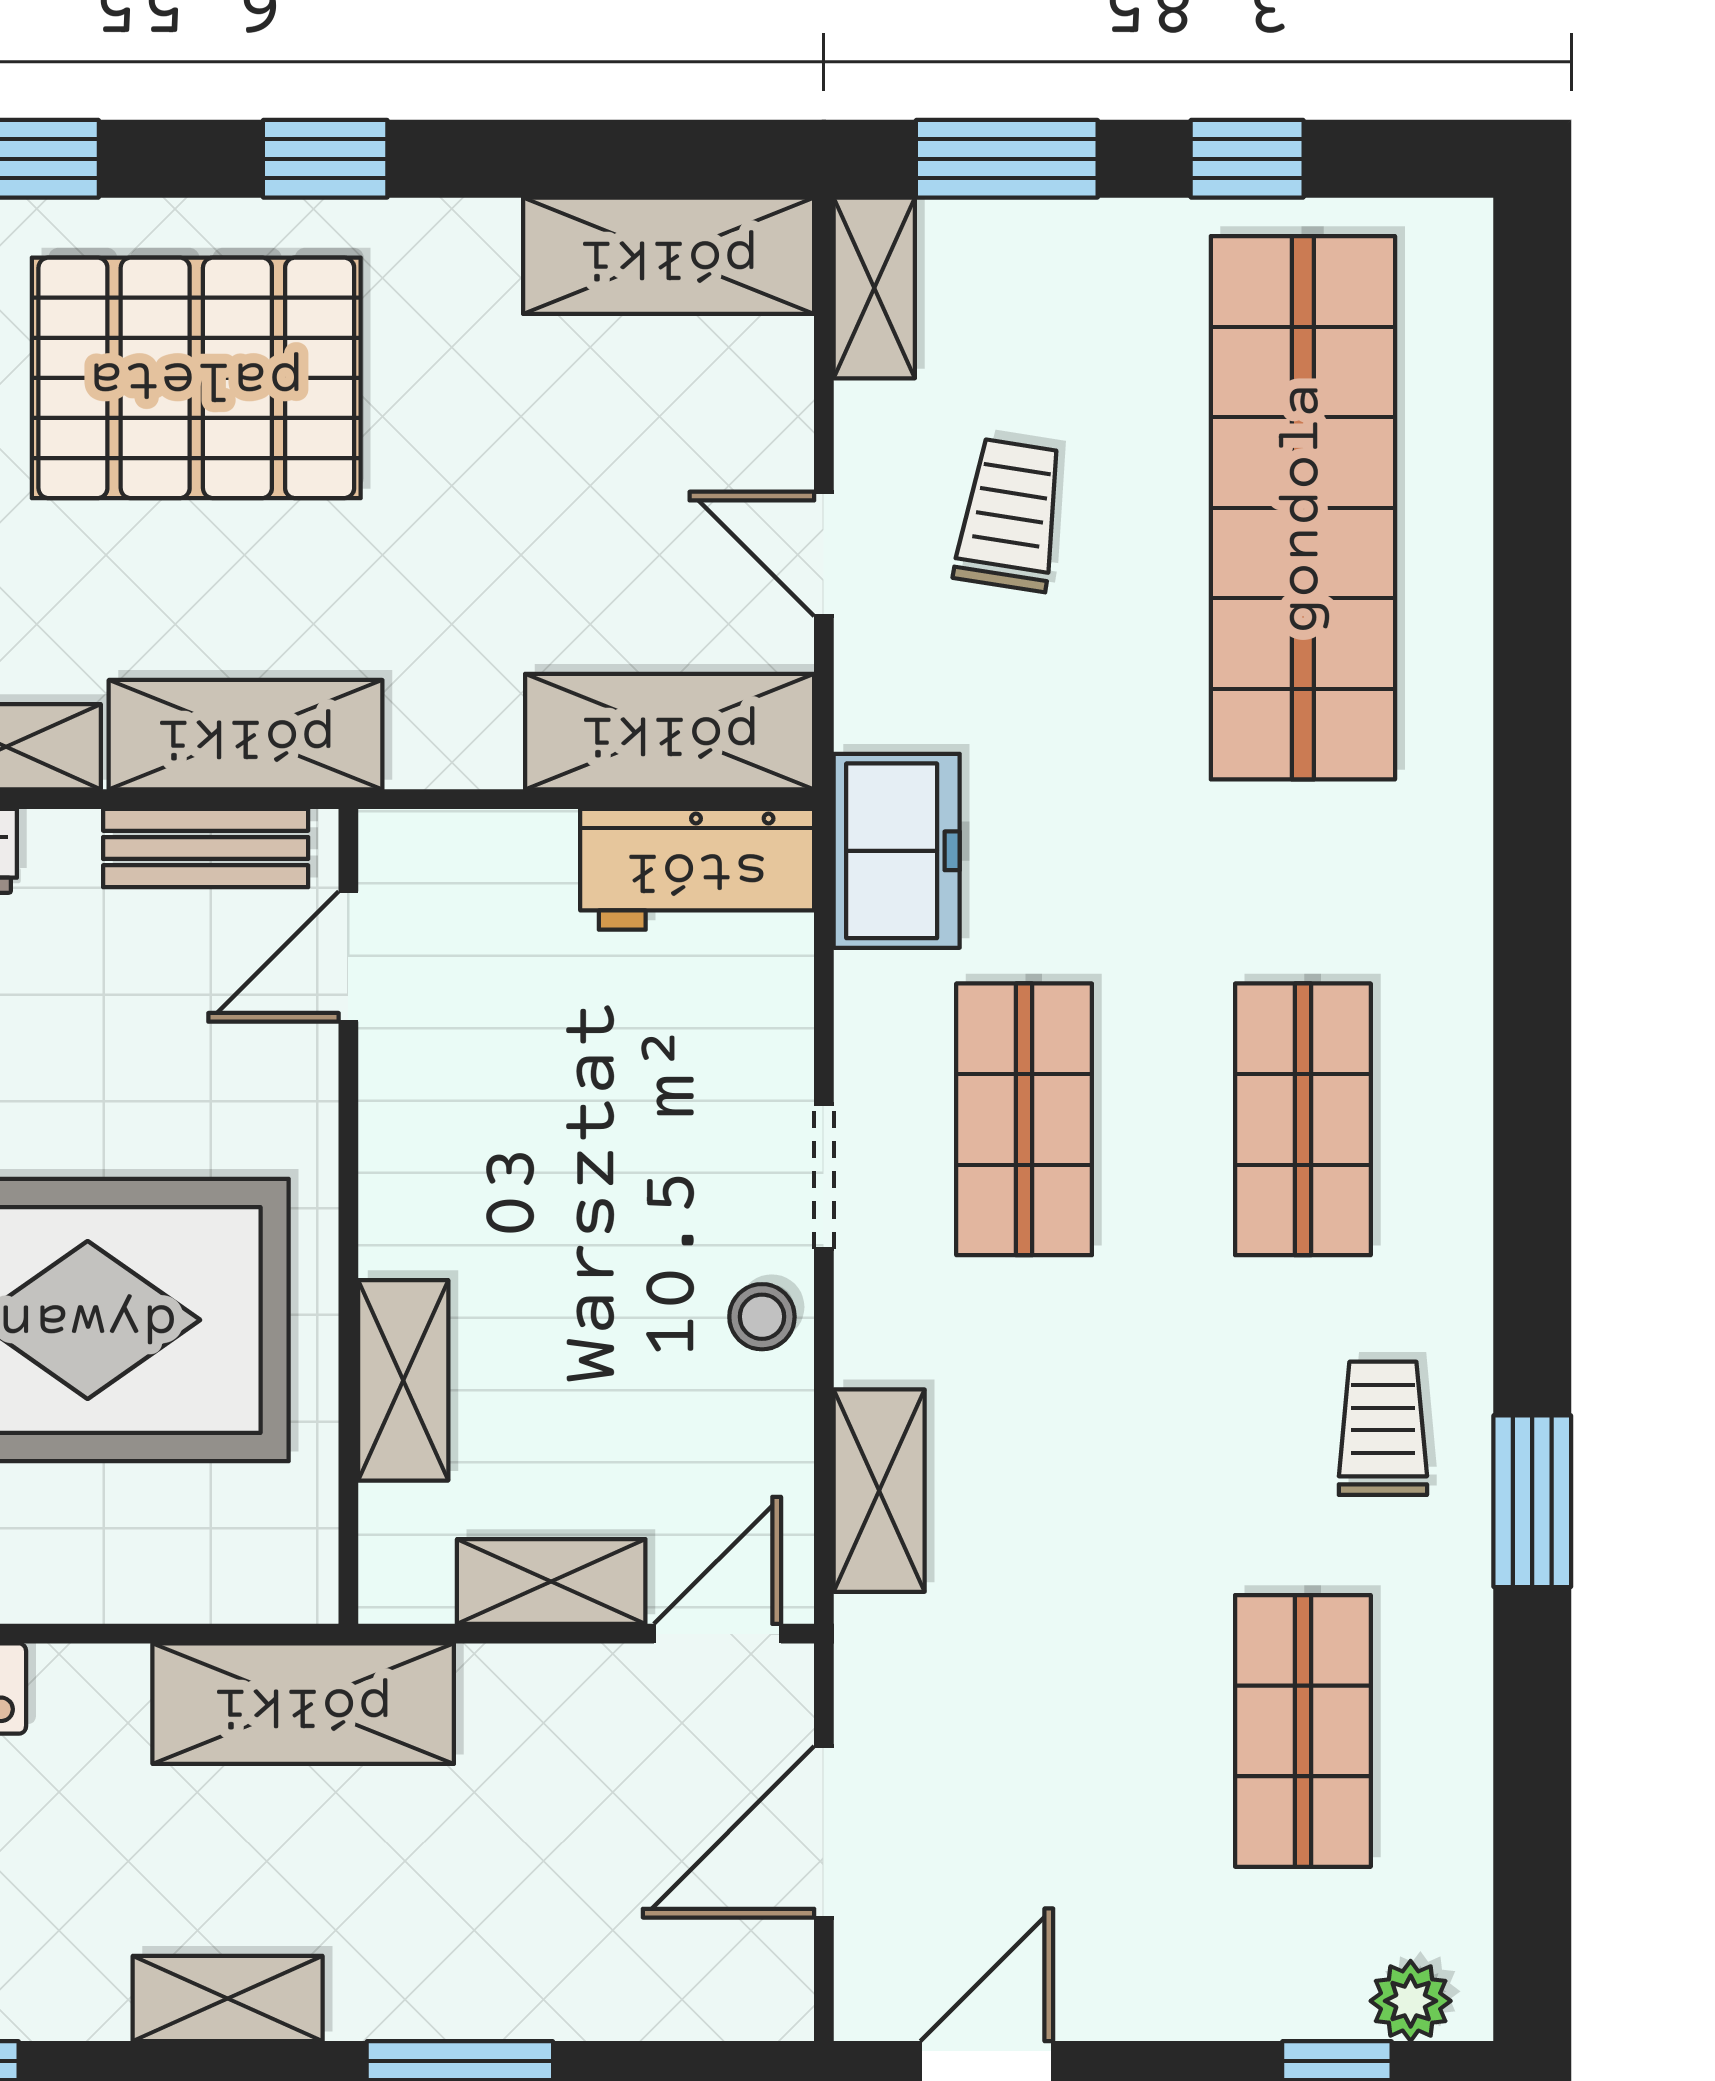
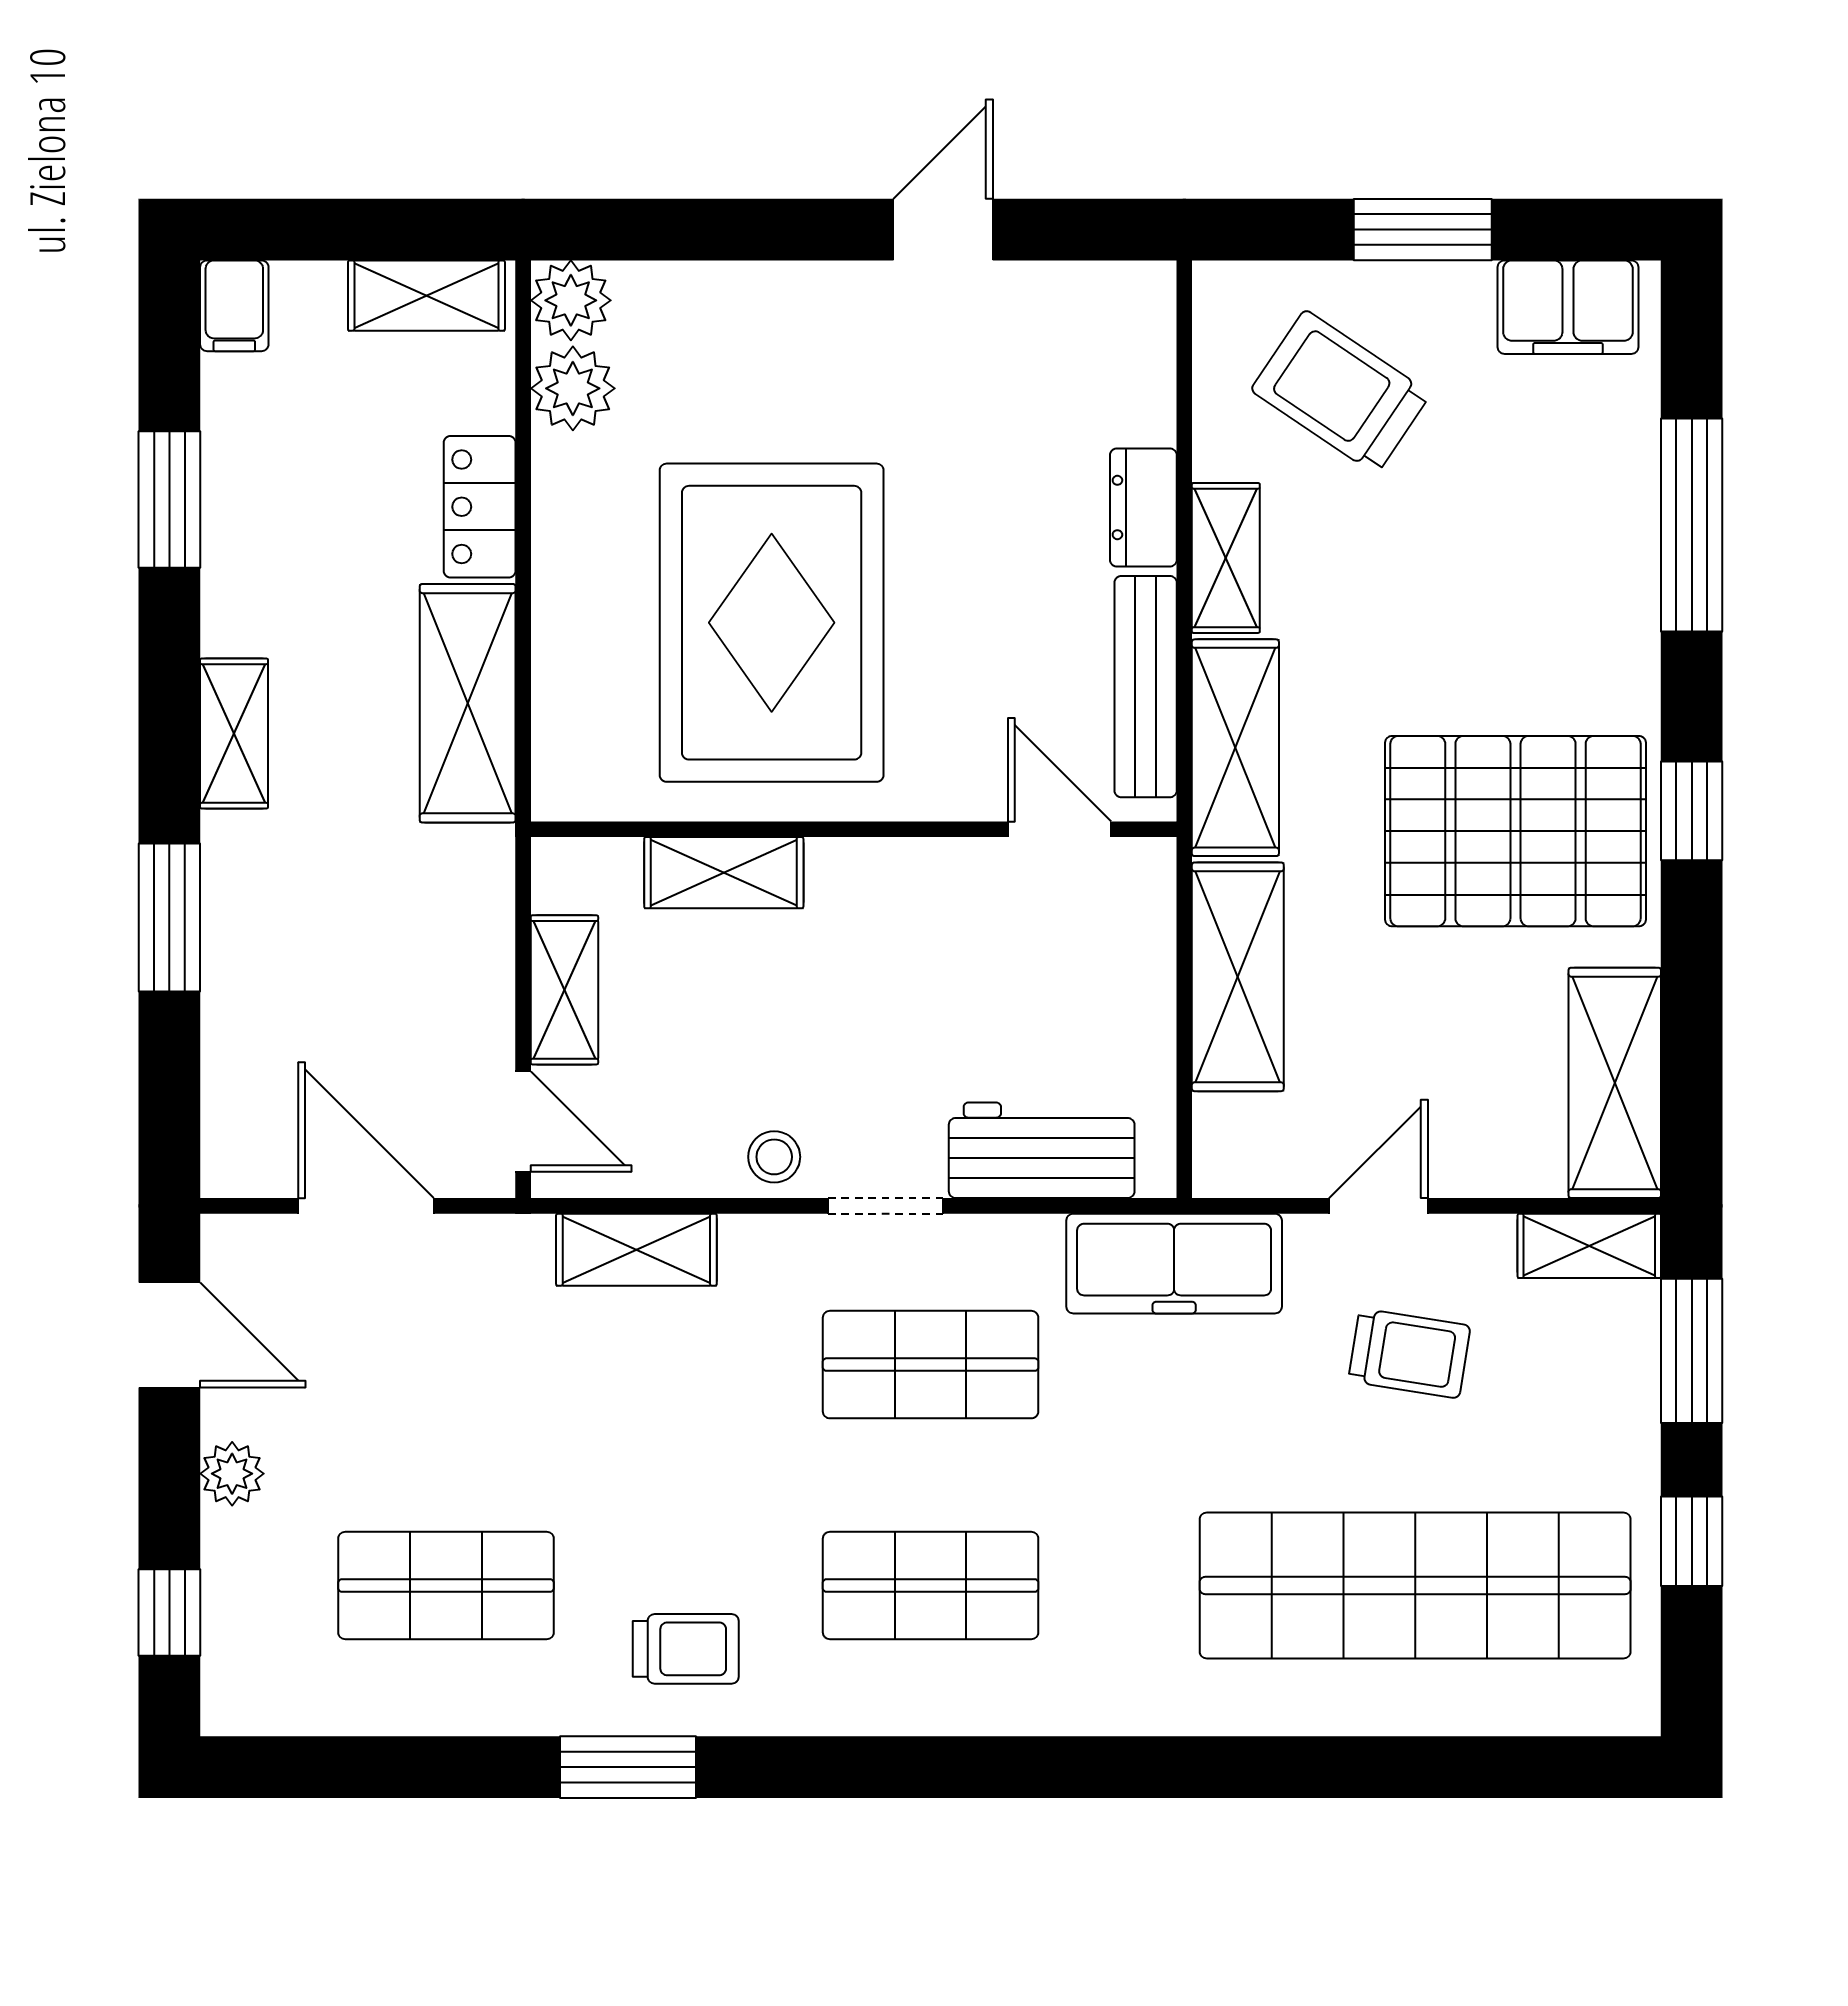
pallet: (196, 378) -> (1515, 831), moved, turned 90
shelving: (670, 732) -> (1238, 977), moved
bench: (206, 848) -> (1146, 687), width x1.36
freezer: (897, 851) -> (1174, 1264), width x1.40
workbench: (697, 869) -> (1042, 1150), moved, turned 90
shelving: (303, 1704) -> (468, 703), moved
plant: (1411, 2001) -> (232, 1474), moved

